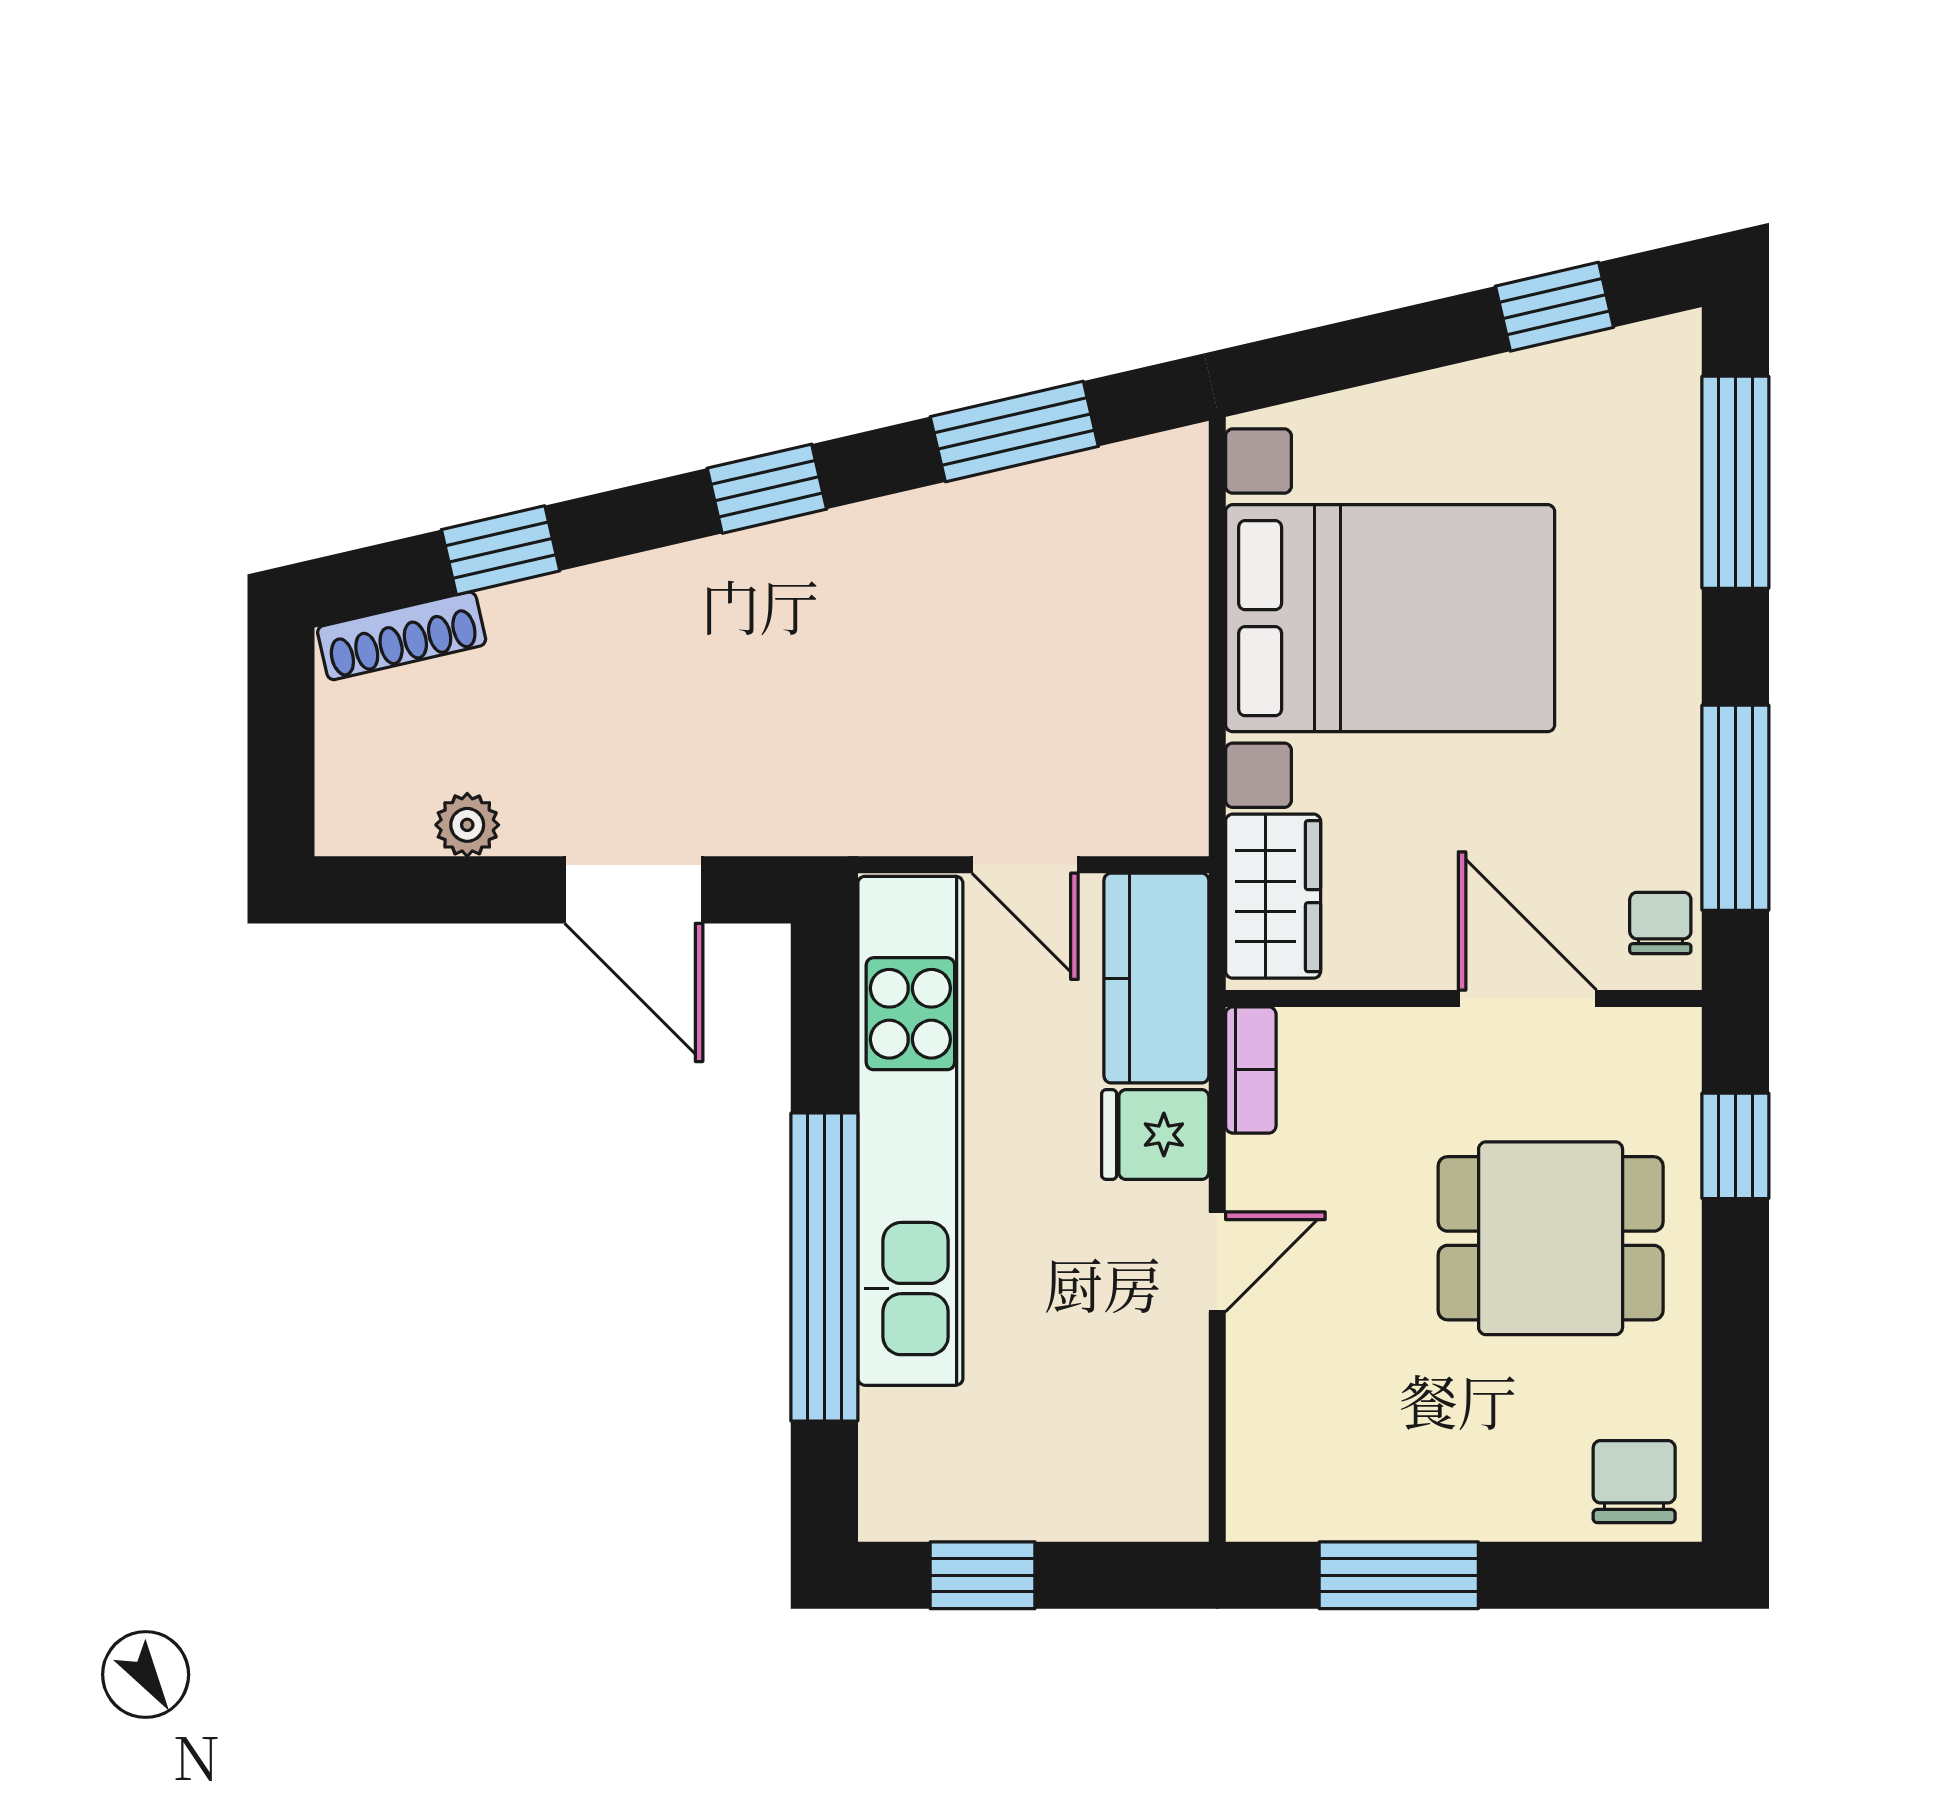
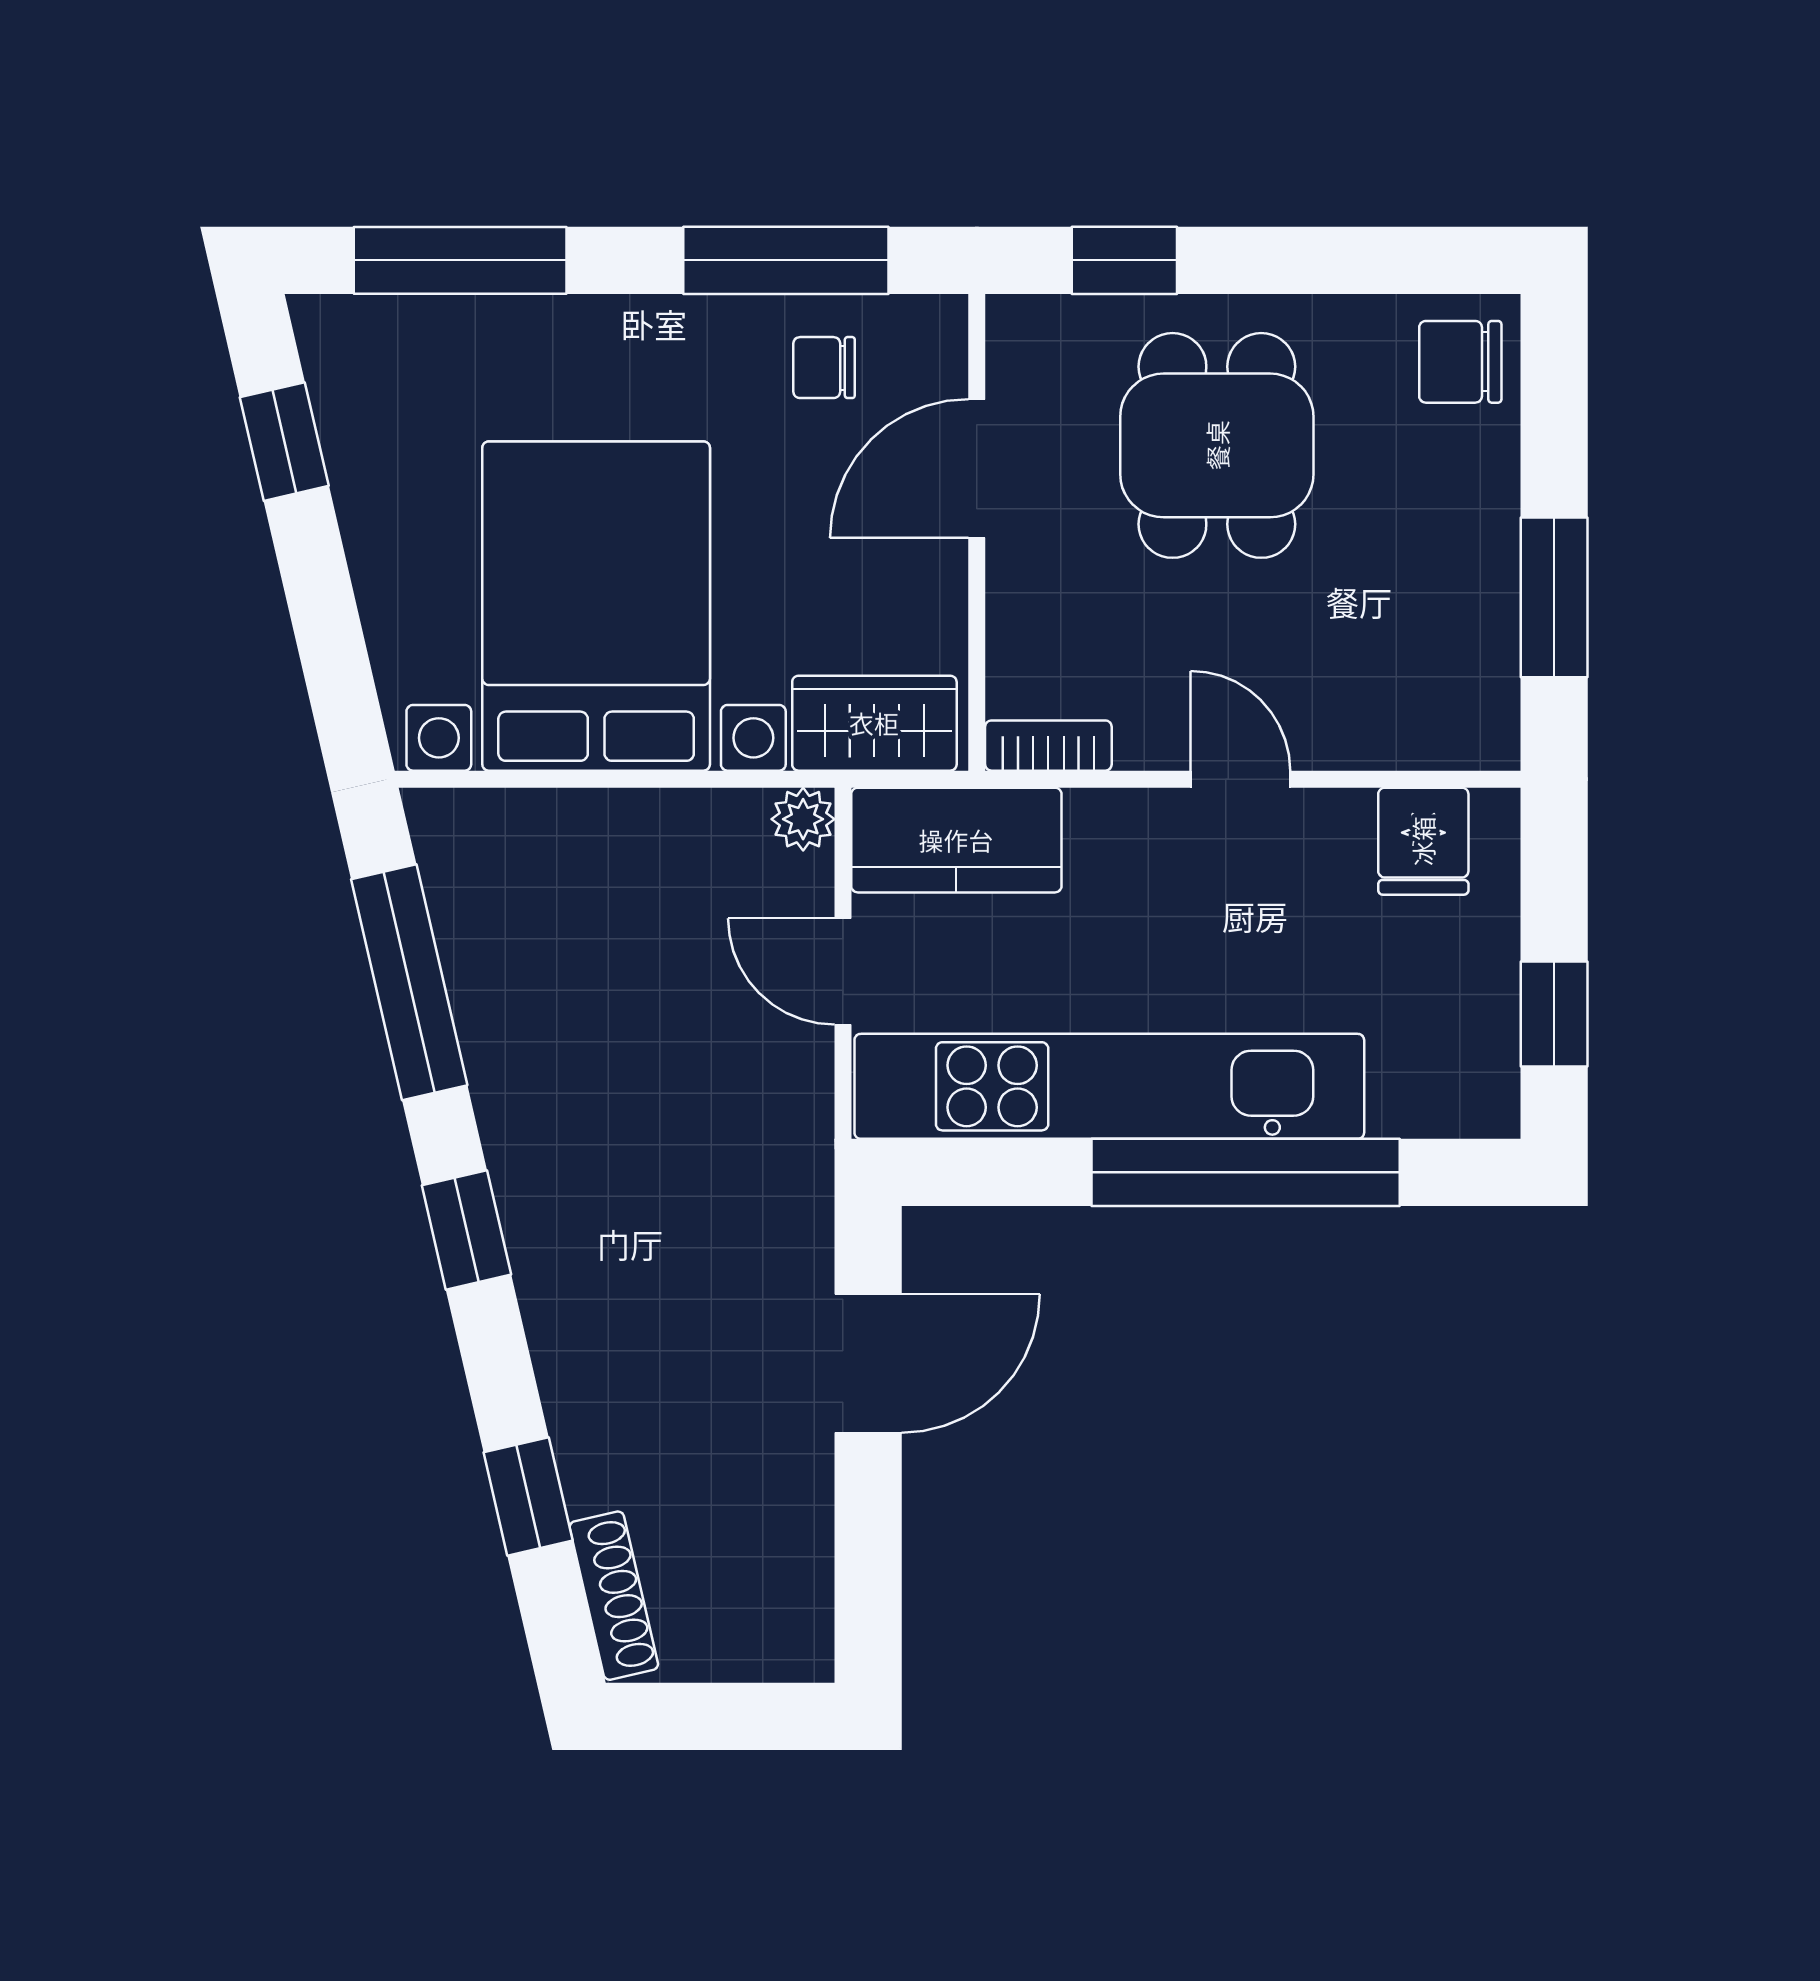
window: (1014, 431) -> (409, 982), width x1.44
plant: (467, 825) -> (803, 819), moved
door: (1025, 865) -> (843, 971), swing flipped
chair: (1660, 923) -> (824, 368), moved
fridge: (1155, 1135) -> (1423, 841), moved

